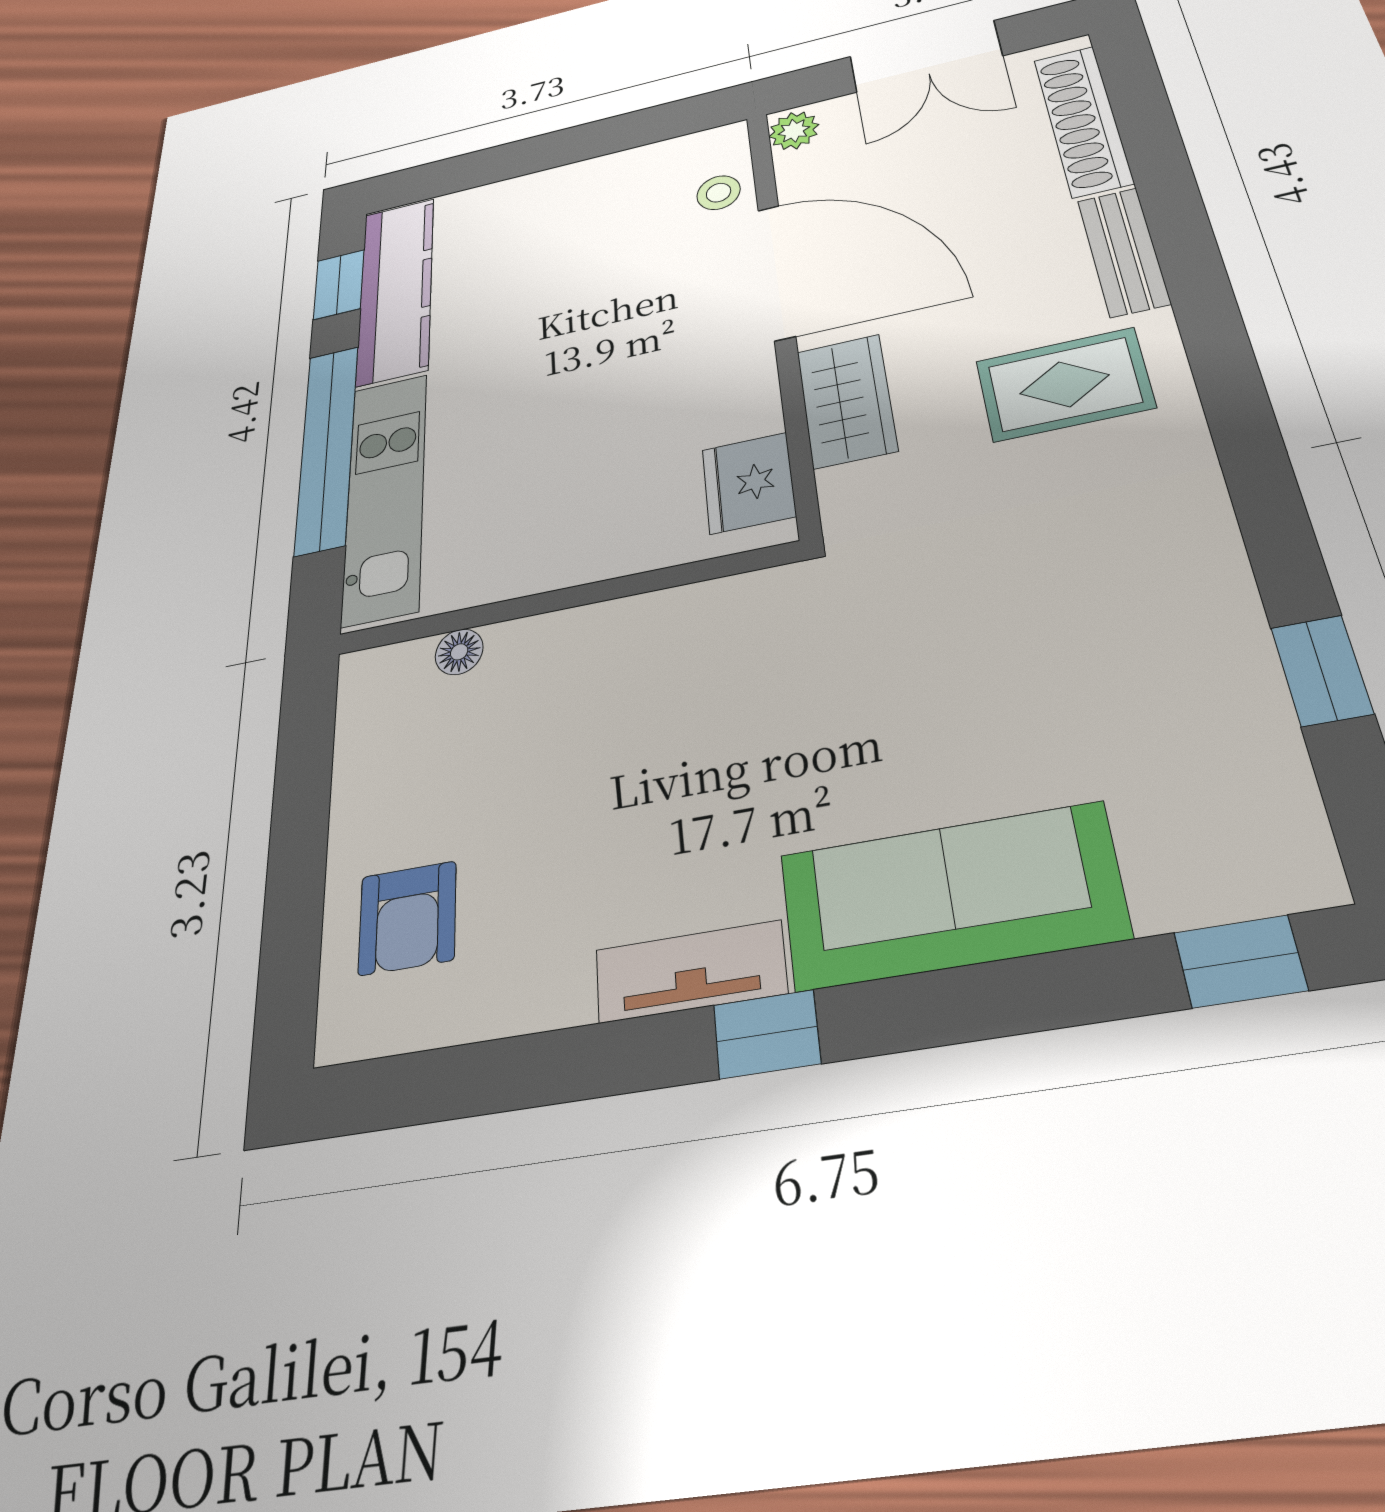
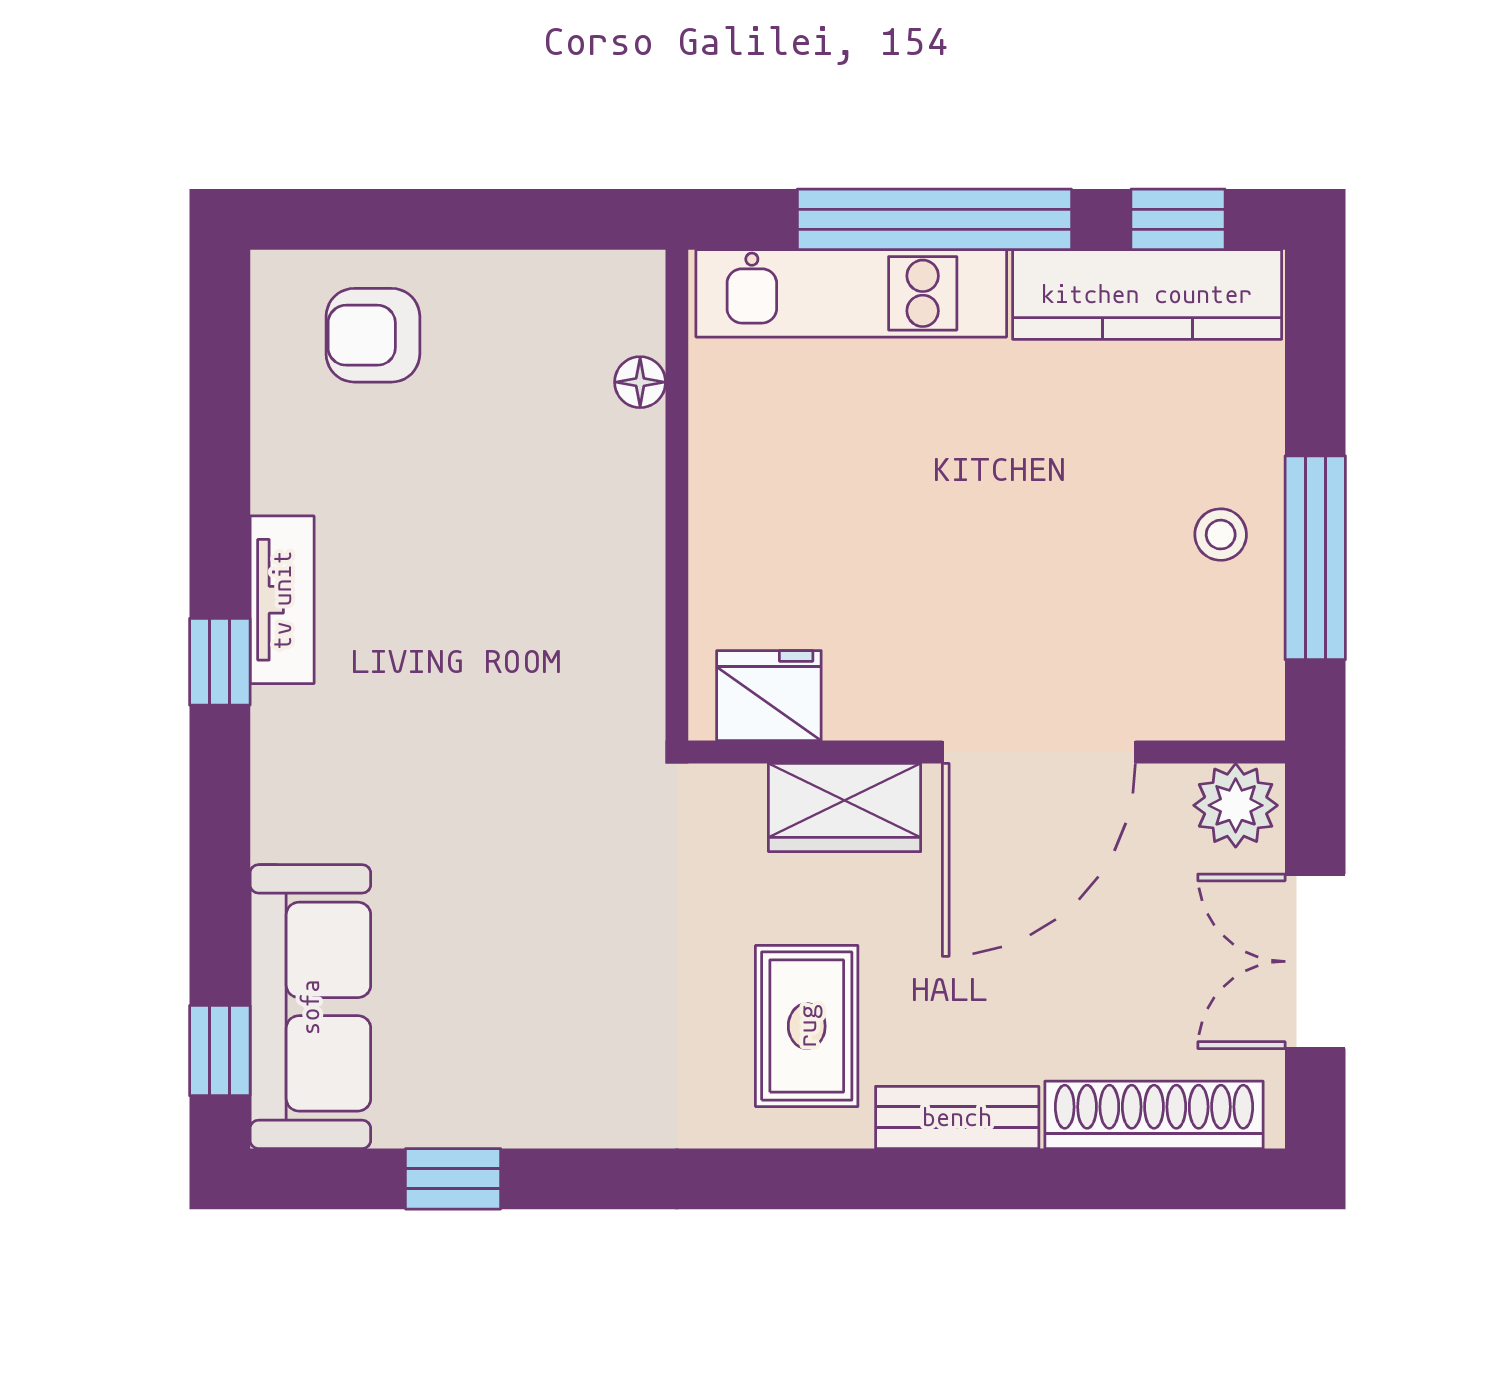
plant: (794, 131) -> (1236, 805), width x1.38, depth x1.38
window: (601, 138) -> (1315, 558), added
stool: (719, 193) -> (1221, 535), moved
sofa: (951, 896) -> (310, 1007), moved

